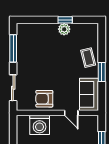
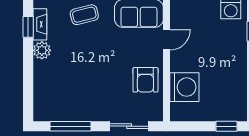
window: (65, 20) -> (28, 27), moved
fireplace: (82, 28) -> (40, 24), added

